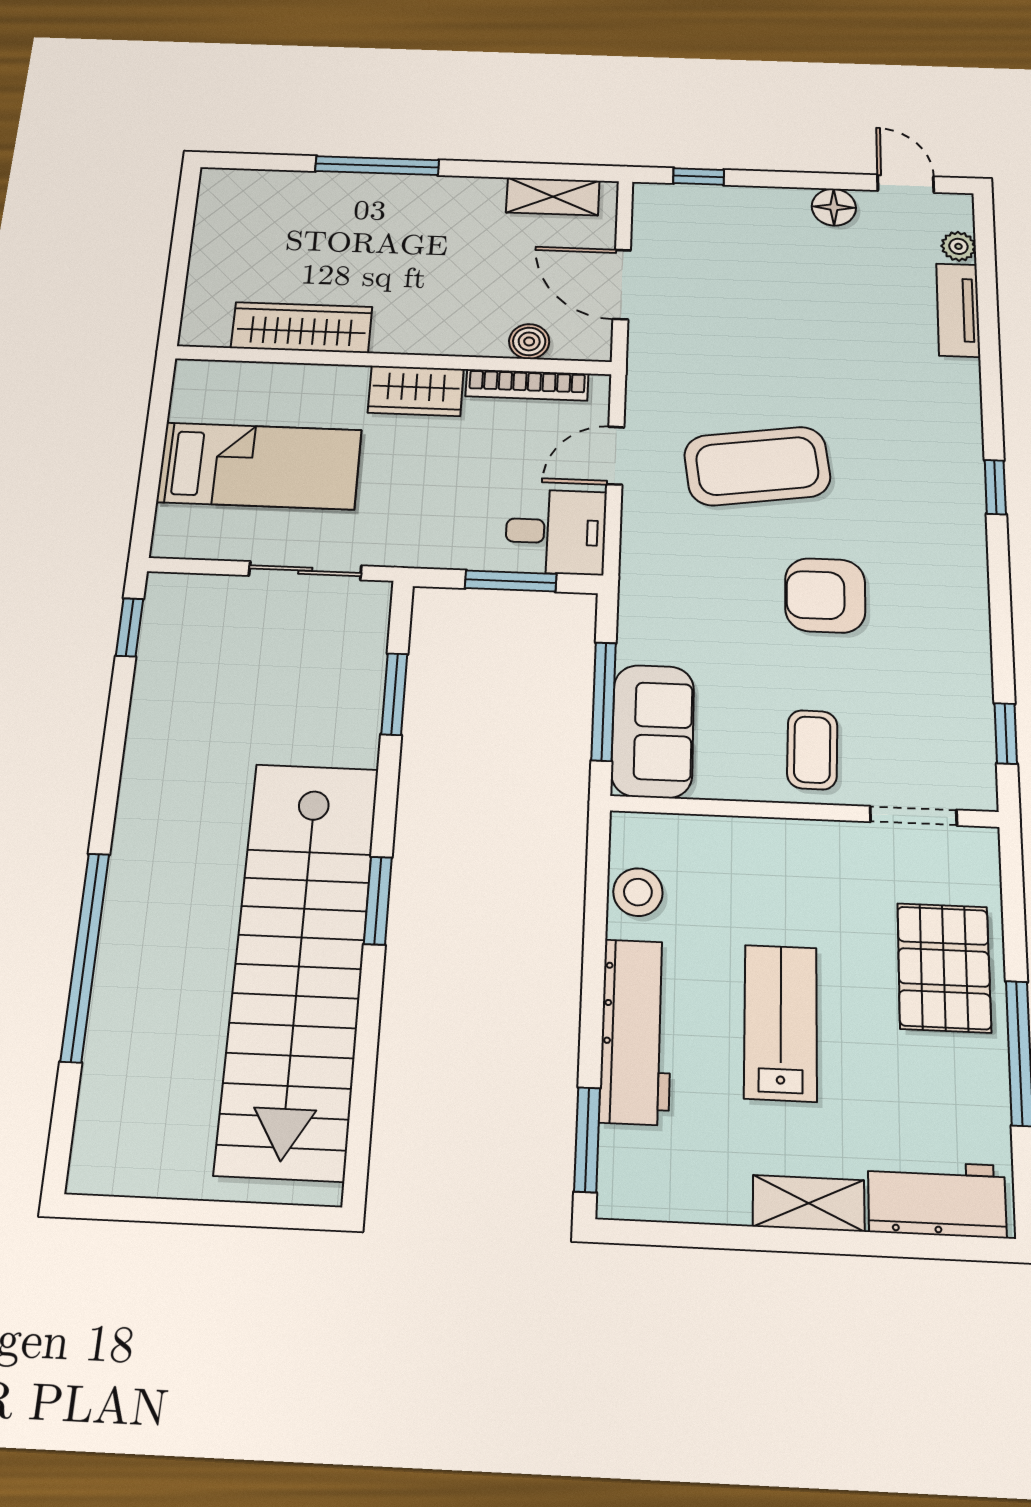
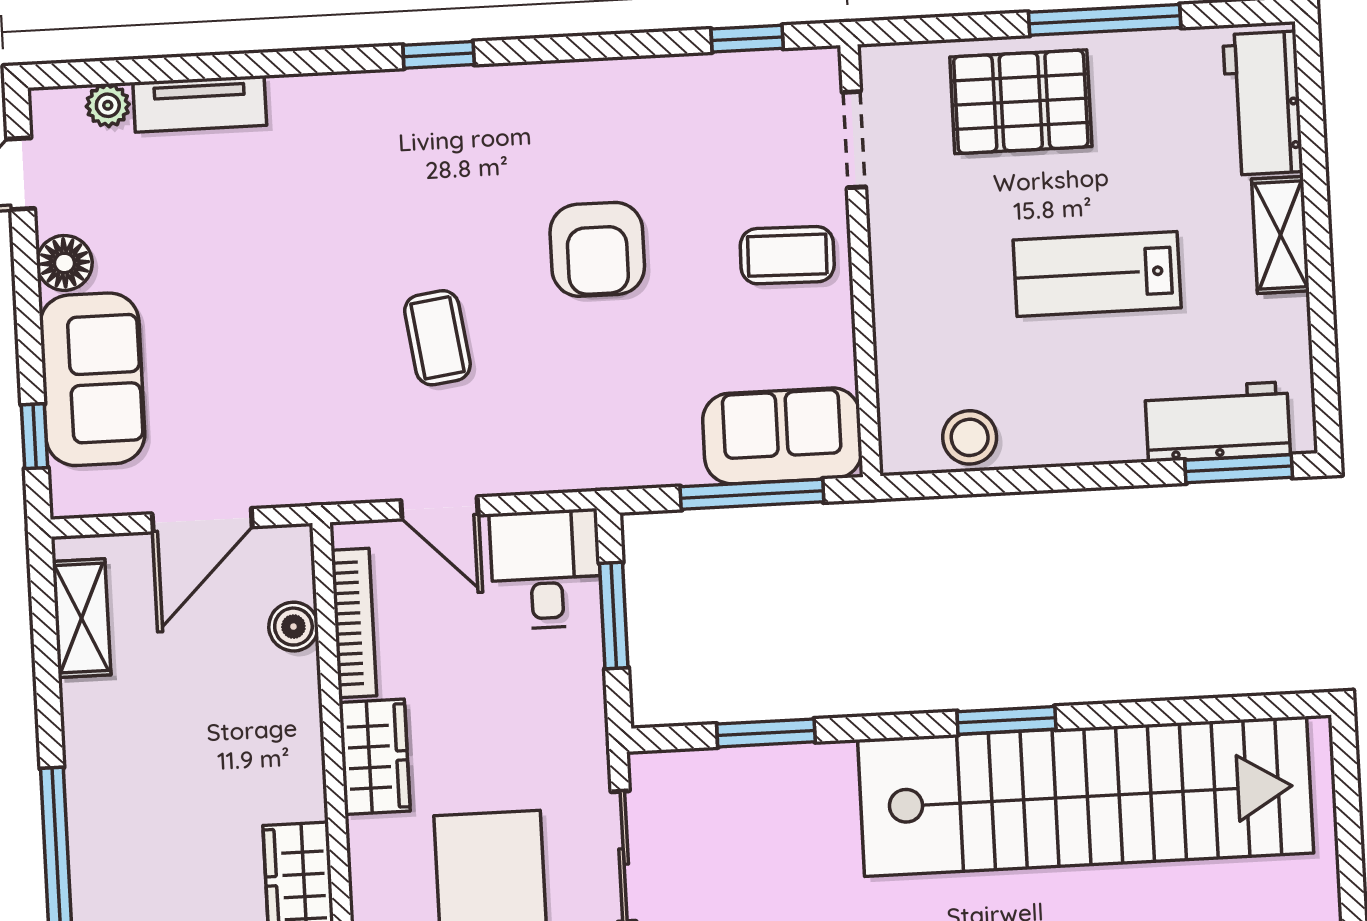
sofa: (740, 219) -> (92, 379), added
coffee table: (757, 466) -> (437, 338), width x0.54, depth x0.58
workbench: (636, 1031) -> (1218, 422), moved, width x0.73

